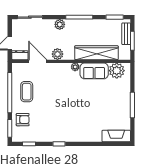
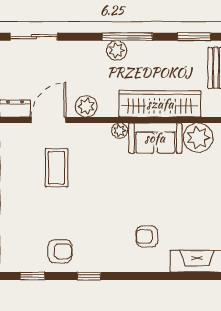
plant: (60, 24) -> (117, 50), moved
door: (38, 61) -> (49, 120), hinge flipped
coffee table: (27, 92) -> (56, 168), moved
armchair: (23, 120) -> (60, 251), moved
armchair: (90, 123) -> (147, 236), added

